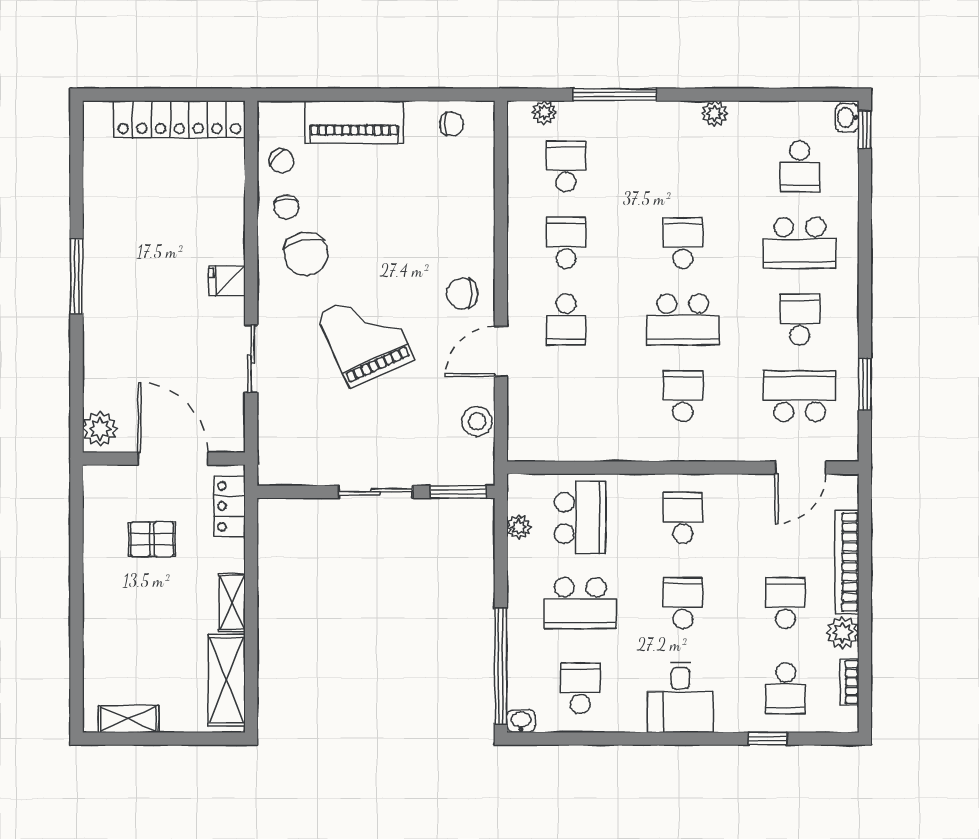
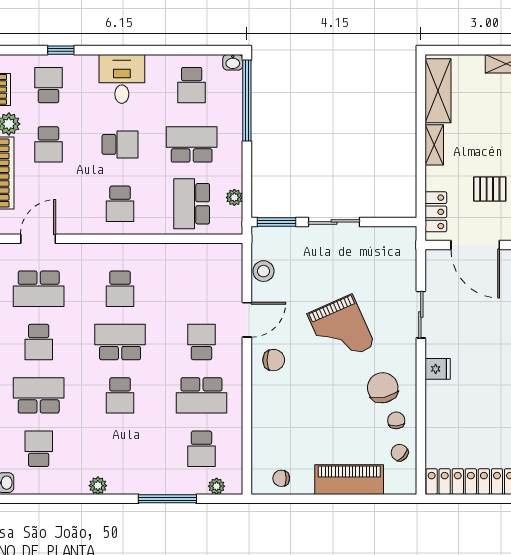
school desk: (566, 243) -> (201, 395), width x1.85
school desk: (683, 603) -> (120, 144), turned -90

